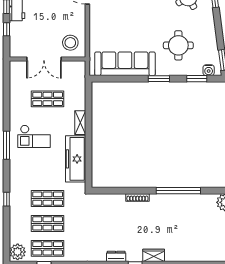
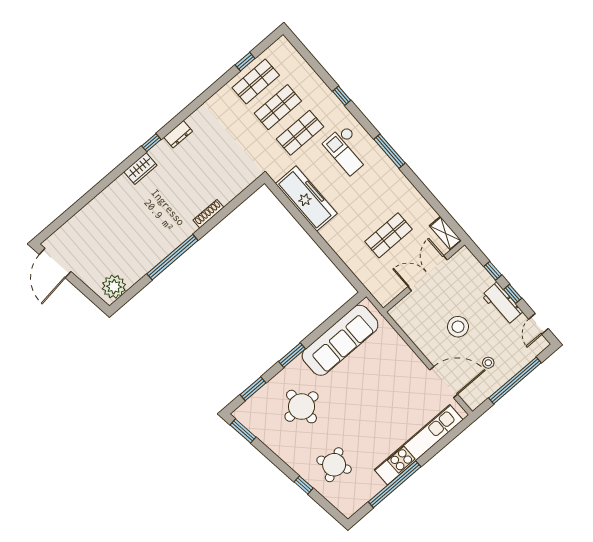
stool: (70, 43) -> (458, 327), moved
water cooler: (209, 70) -> (248, 408), removed
shelving: (80, 123) -> (445, 233), moved
checkout: (34, 136) -> (348, 150), moved, turned -90
plant: (18, 252) -> (284, 51), removed

